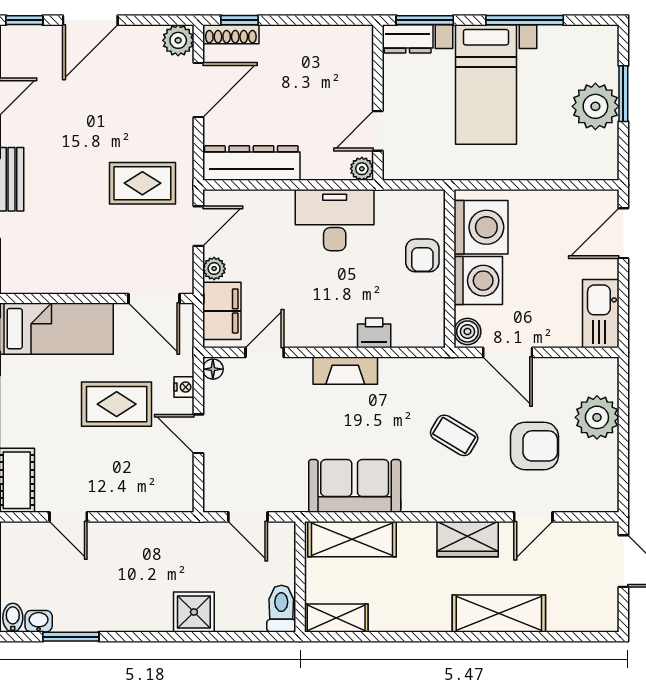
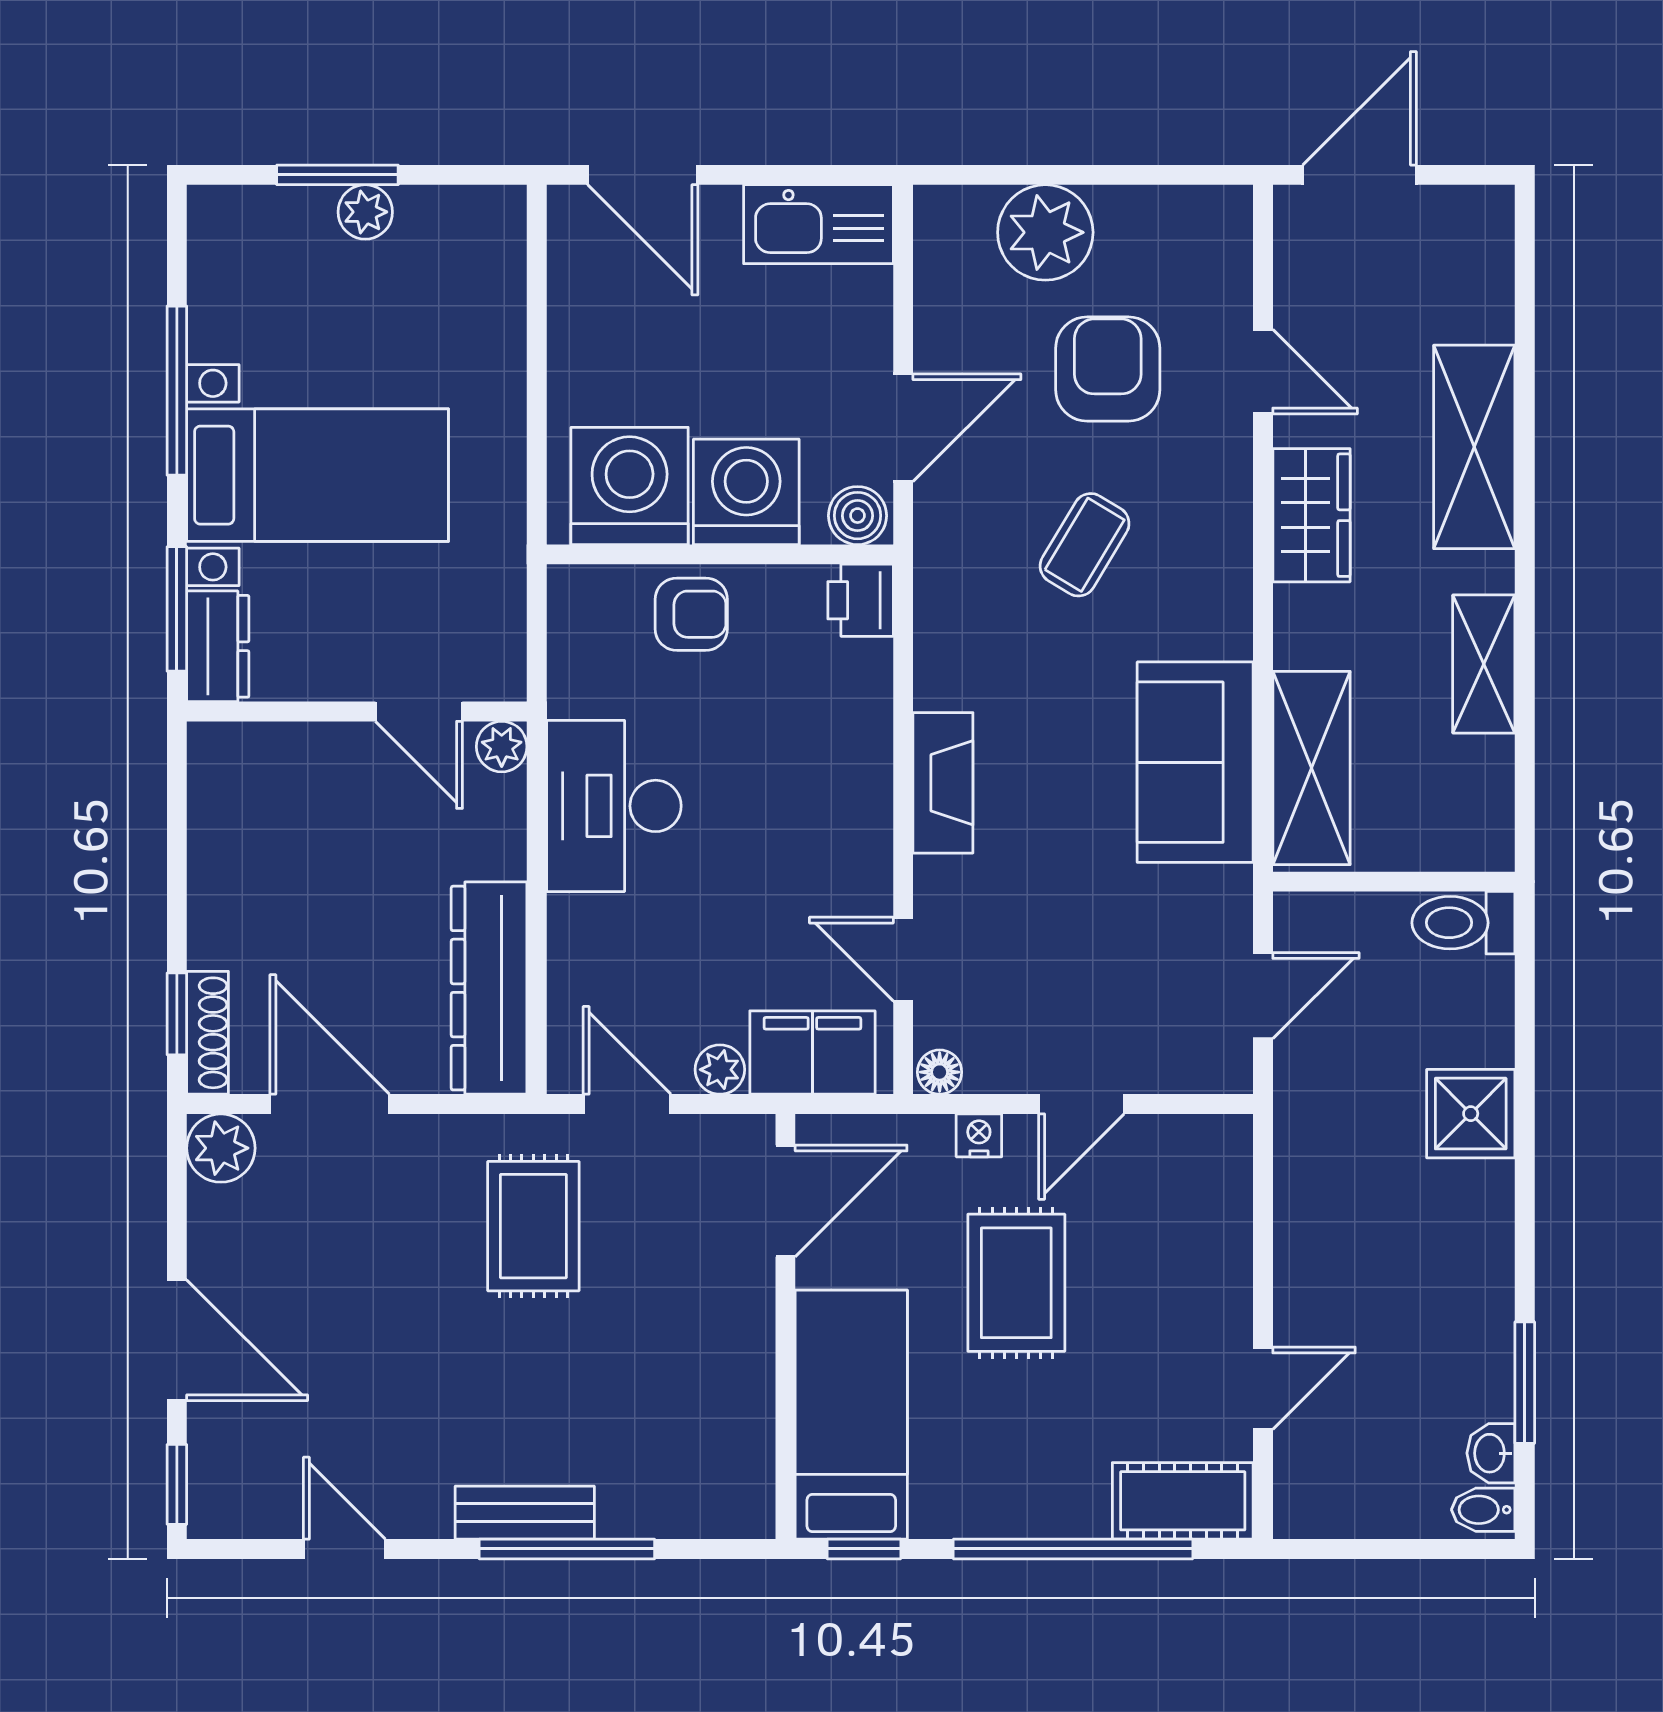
plant: (595, 106) -> (365, 212), width x0.53, depth x0.53
printer: (374, 333) -> (861, 600), moved
shelving: (336, 618) -> (1484, 664), moved

